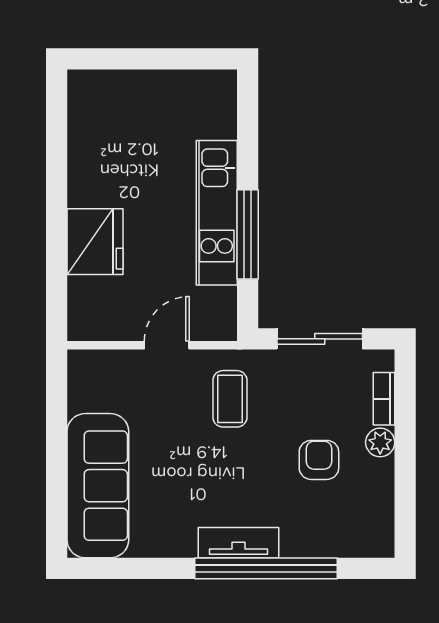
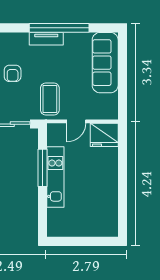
fridge: (95, 242) -> (104, 135), moved, turned -90
coffee table: (230, 399) -> (50, 99), width x1.36, depth x1.30
window: (266, 568) -> (59, 28), moved

